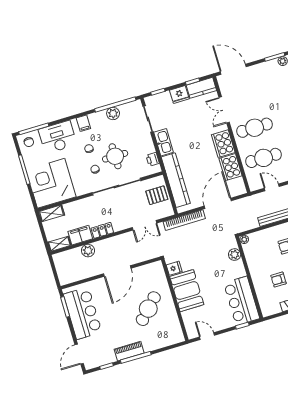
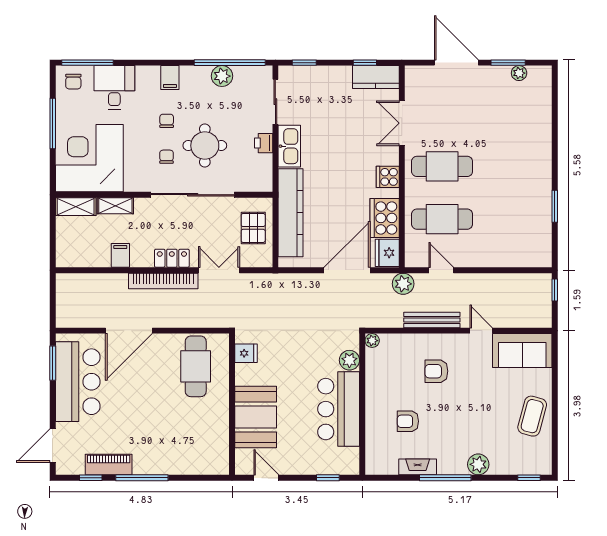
door: (233, 69) -> (456, 63), moved
fridge: (179, 95) -> (387, 253), moved, turned 90
desk: (58, 137) -> (114, 87), width x0.73
cooker: (223, 144) -> (388, 177), width x0.53, depth x0.76
printer: (153, 159) -> (264, 143), moved
pallet: (157, 195) -> (253, 228), turned 90
bookcase: (184, 220) -> (163, 281), moved
double door: (144, 225) -> (219, 270), swing flipped
locker: (102, 230) -> (172, 258), moved
filing cabinet: (80, 235) -> (120, 255), width x0.50
shelving: (59, 244) -> (115, 206), moved
plant: (88, 251) -> (403, 284), moved
door: (117, 271) -> (129, 331), moved
booth: (187, 291) -> (256, 417), moved
bar counter: (242, 301) -> (339, 409), moved
cafe table: (148, 309) -> (196, 366), moved, turned -44
piano: (129, 351) -> (109, 465), moved

